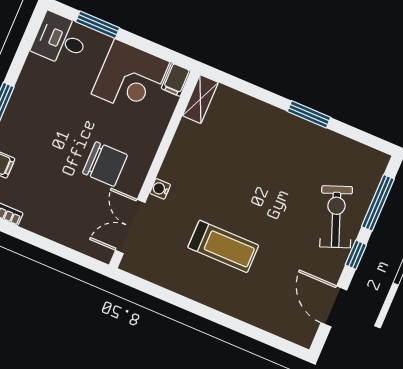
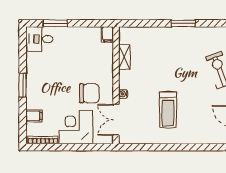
corner desk: (131, 78) -> (76, 127), moved, turned 180
shelving: (200, 99) -> (124, 57), moved
treadmill: (223, 246) -> (168, 110), turned 90

